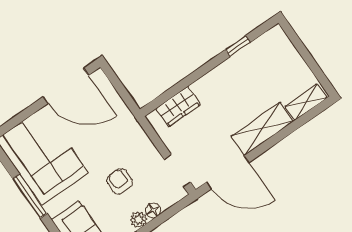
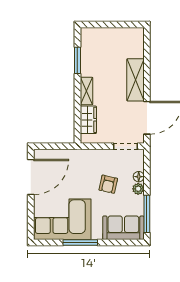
window: (238, 46) -> (77, 60), width x1.50
shelving: (306, 102) -> (87, 91), moved
armchair: (120, 181) -> (108, 184), turned -77

